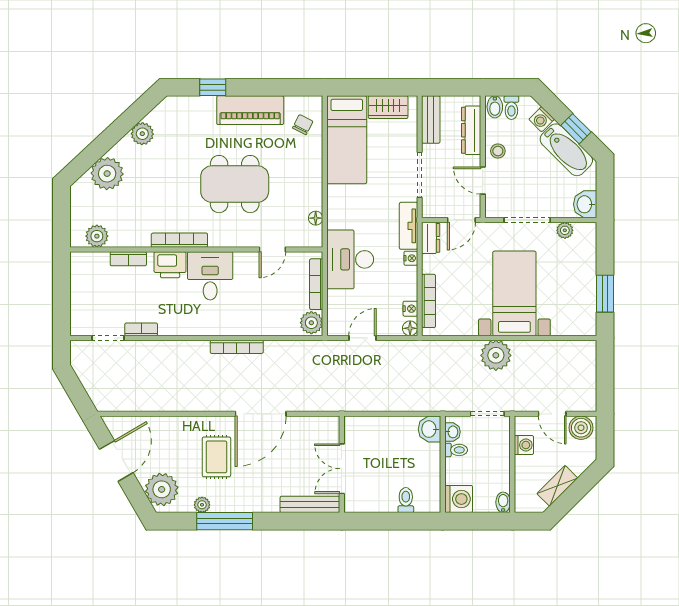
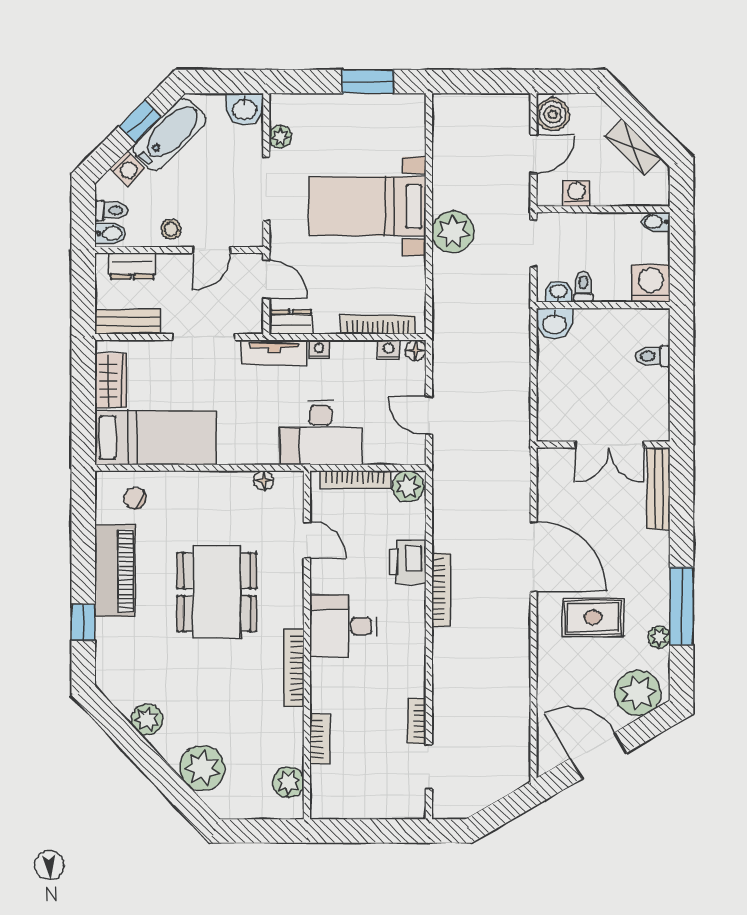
dresser: (471, 130) -> (132, 266), width x0.70
printer: (170, 265) -> (408, 562), moved, turned 180

